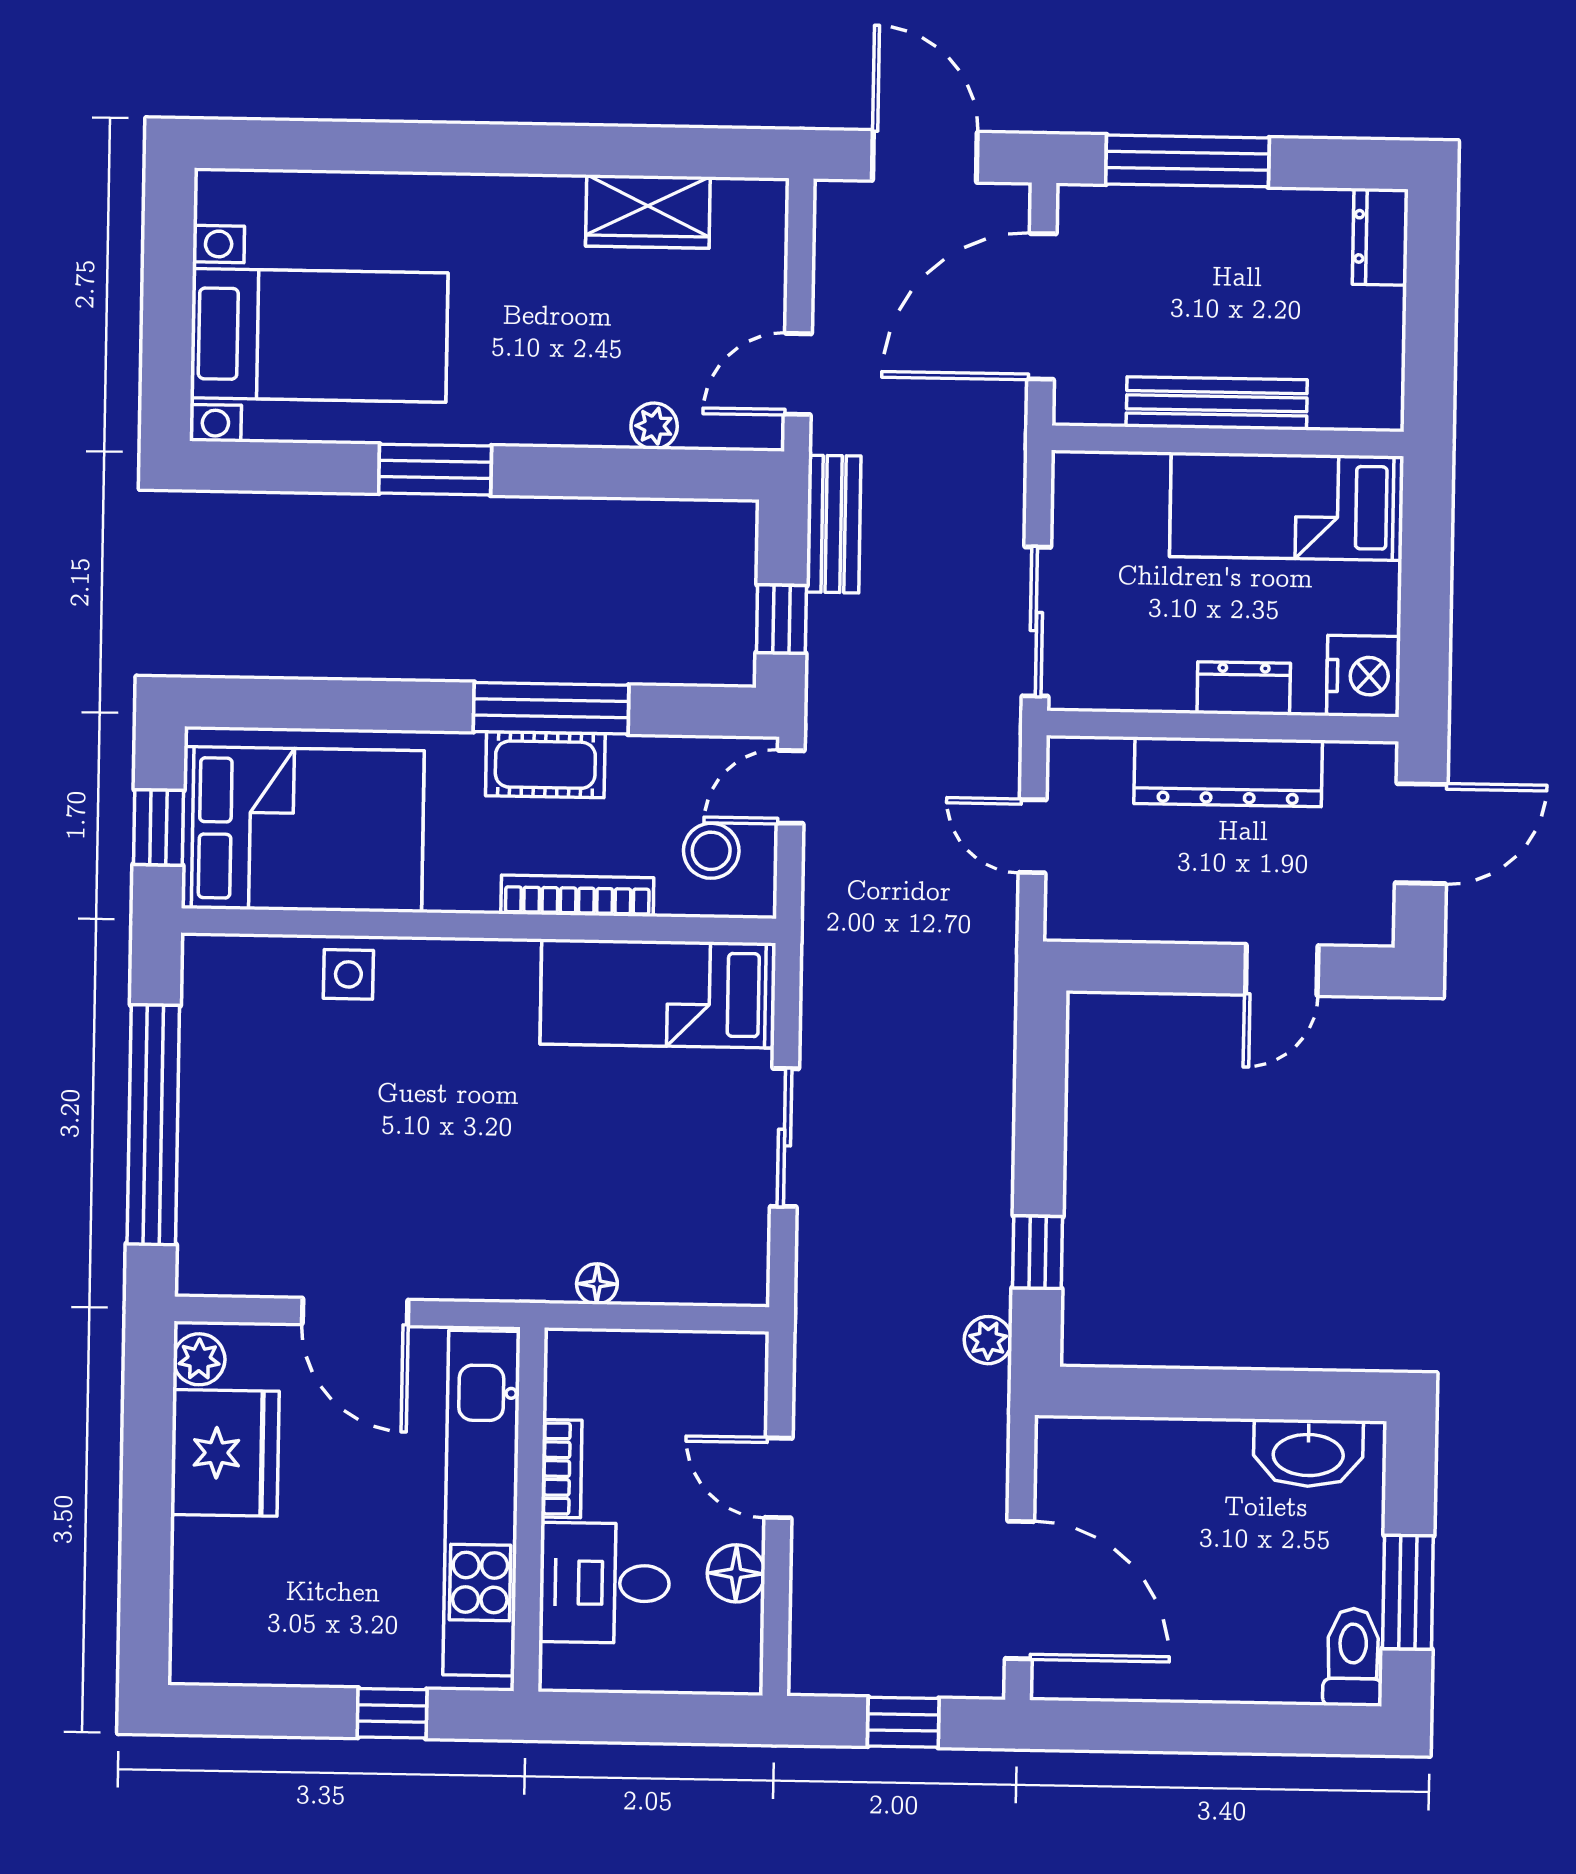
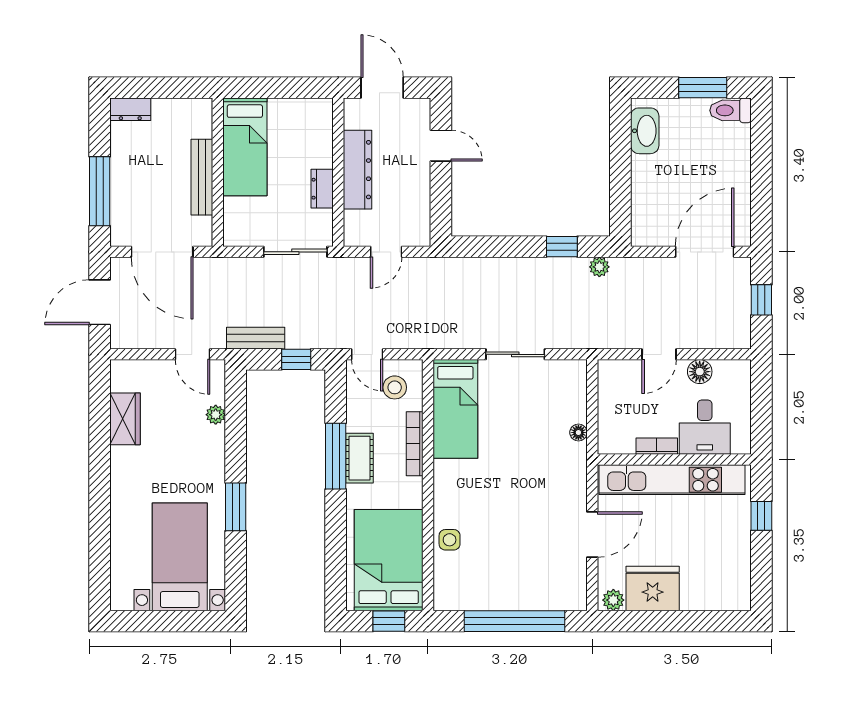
nightstand: (1363, 676) -> (316, 113), removed
dresser: (1244, 688) -> (322, 189), moved

